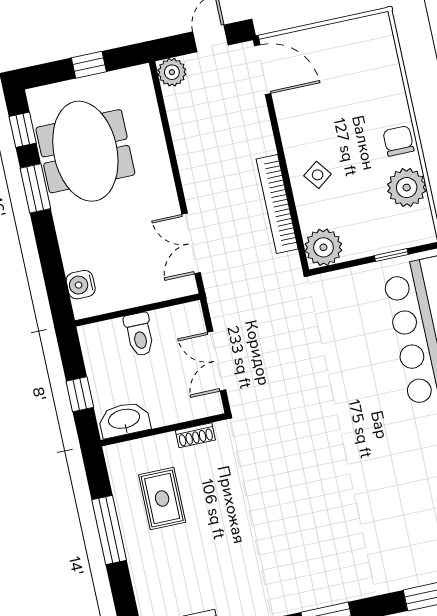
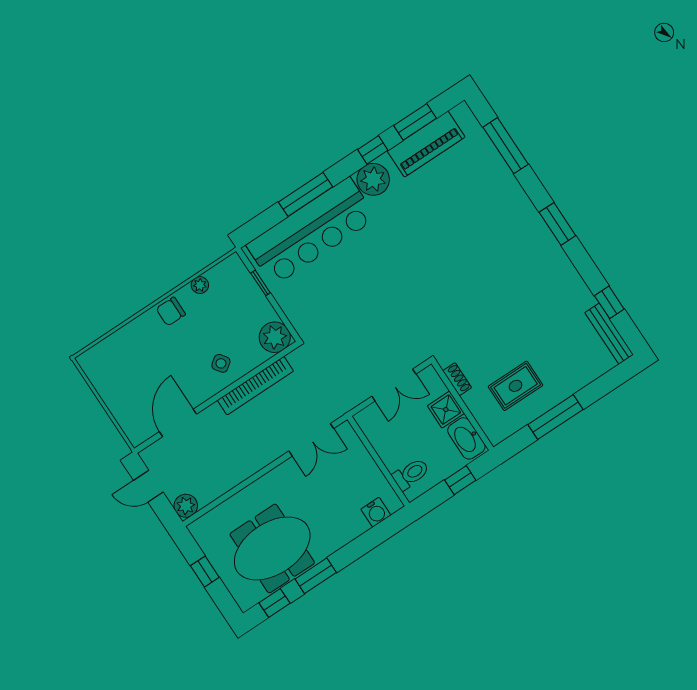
door: (263, 70) -> (178, 423), moved
plant: (407, 188) -> (200, 285), width x0.53, depth x0.53
toilet: (139, 334) -> (411, 474), moved
shower: (166, 409) -> (446, 410), added

